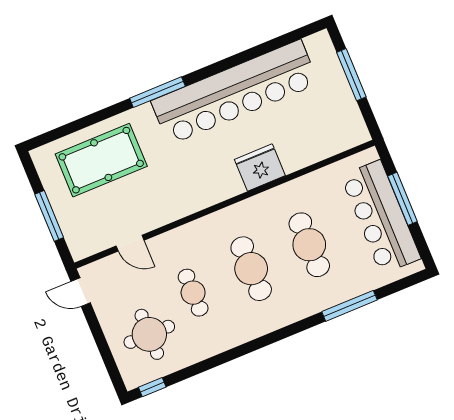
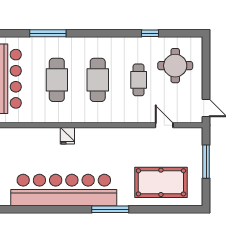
fridge: (260, 168) -> (67, 136), width x0.53, depth x0.75
window: (152, 387) -> (150, 33), moved

